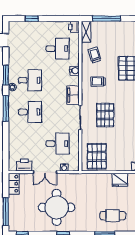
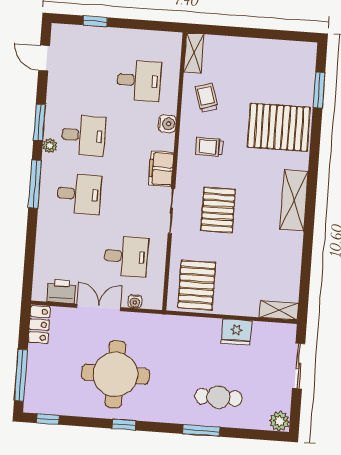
window: (107, 19) -> (234, 31), removed
printer: (74, 27) -> (172, 42), removed
double door: (45, 172) -> (99, 307), swing flipped

